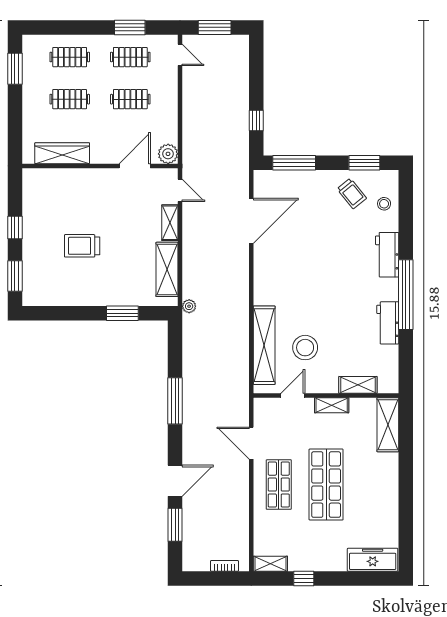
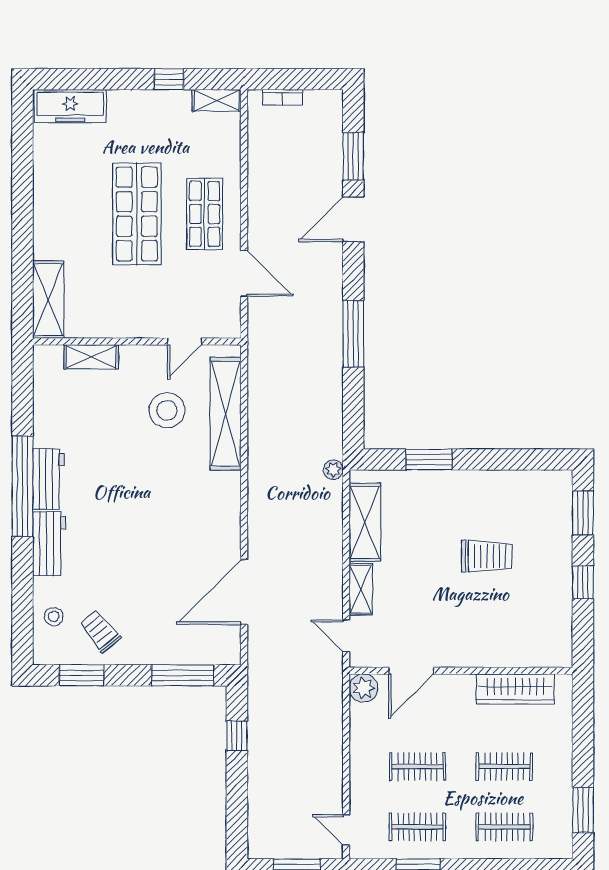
workbench: (388, 323) -> (48, 479), moved
shelving: (332, 405) -> (129, 328), removed

